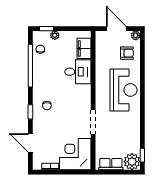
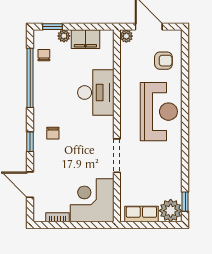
plant: (136, 35) -> (126, 36), moved
filing cabinet: (84, 48) -> (85, 39), moved, turned -90
desk: (78, 72) -> (96, 92), width x1.37

